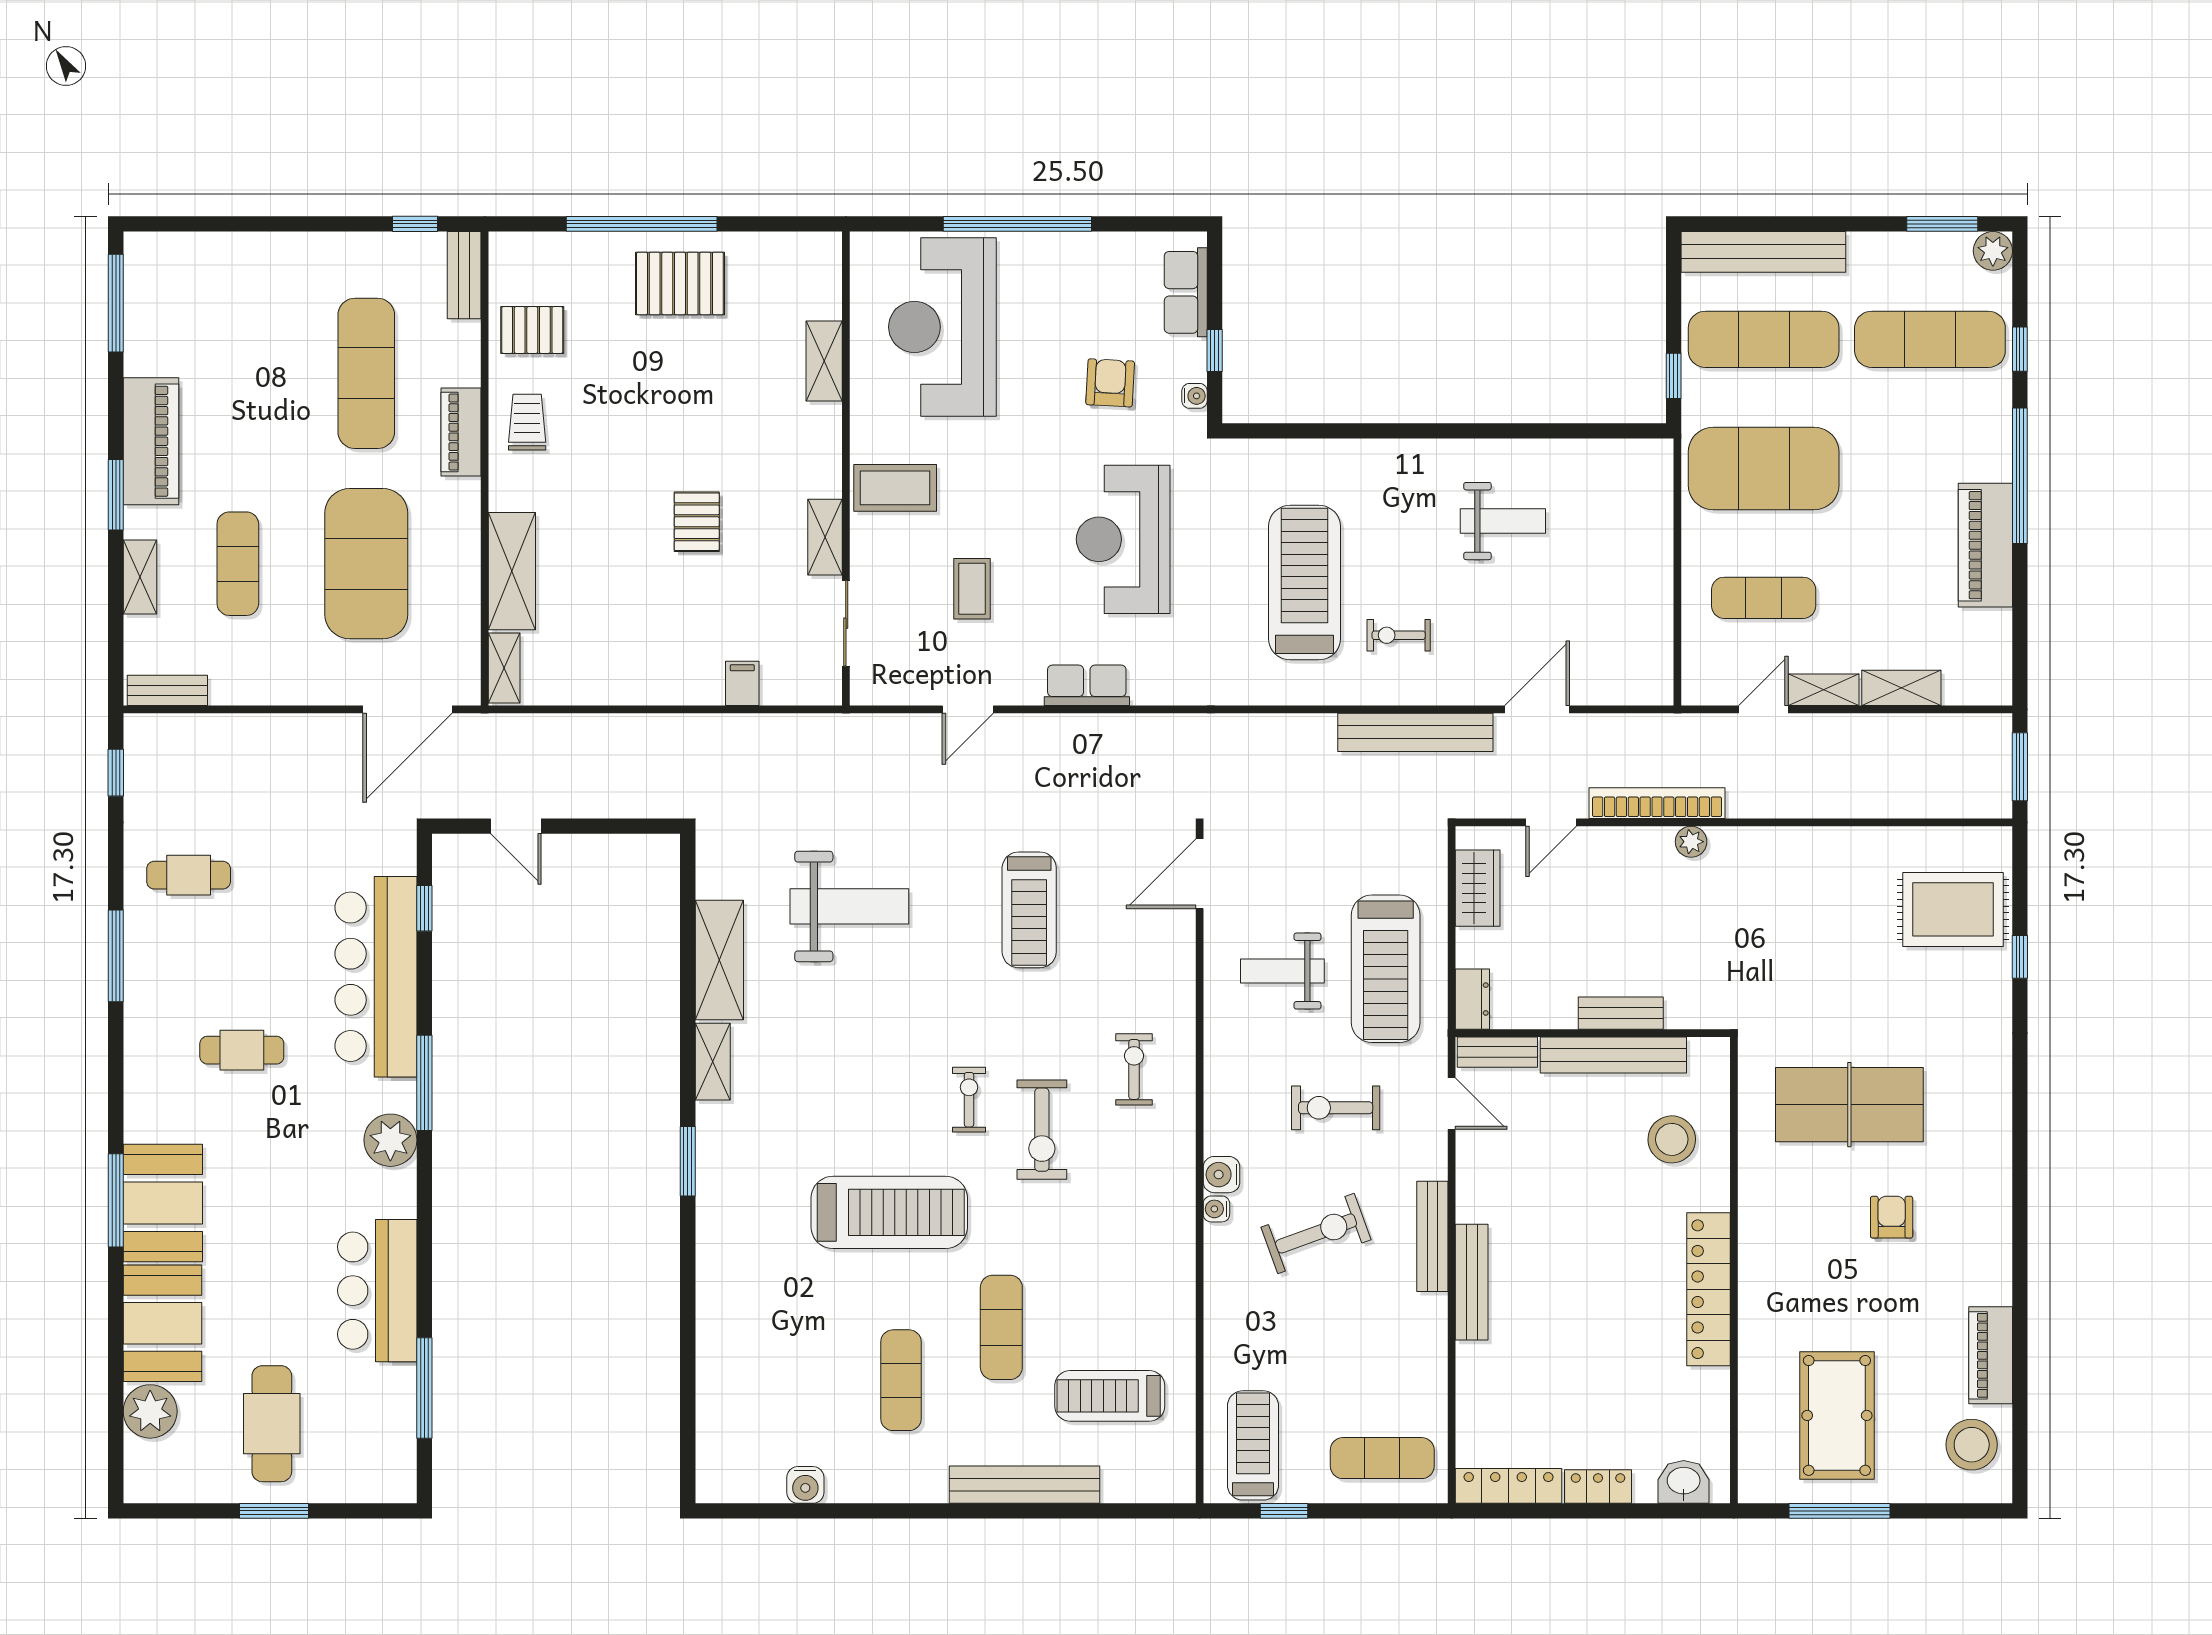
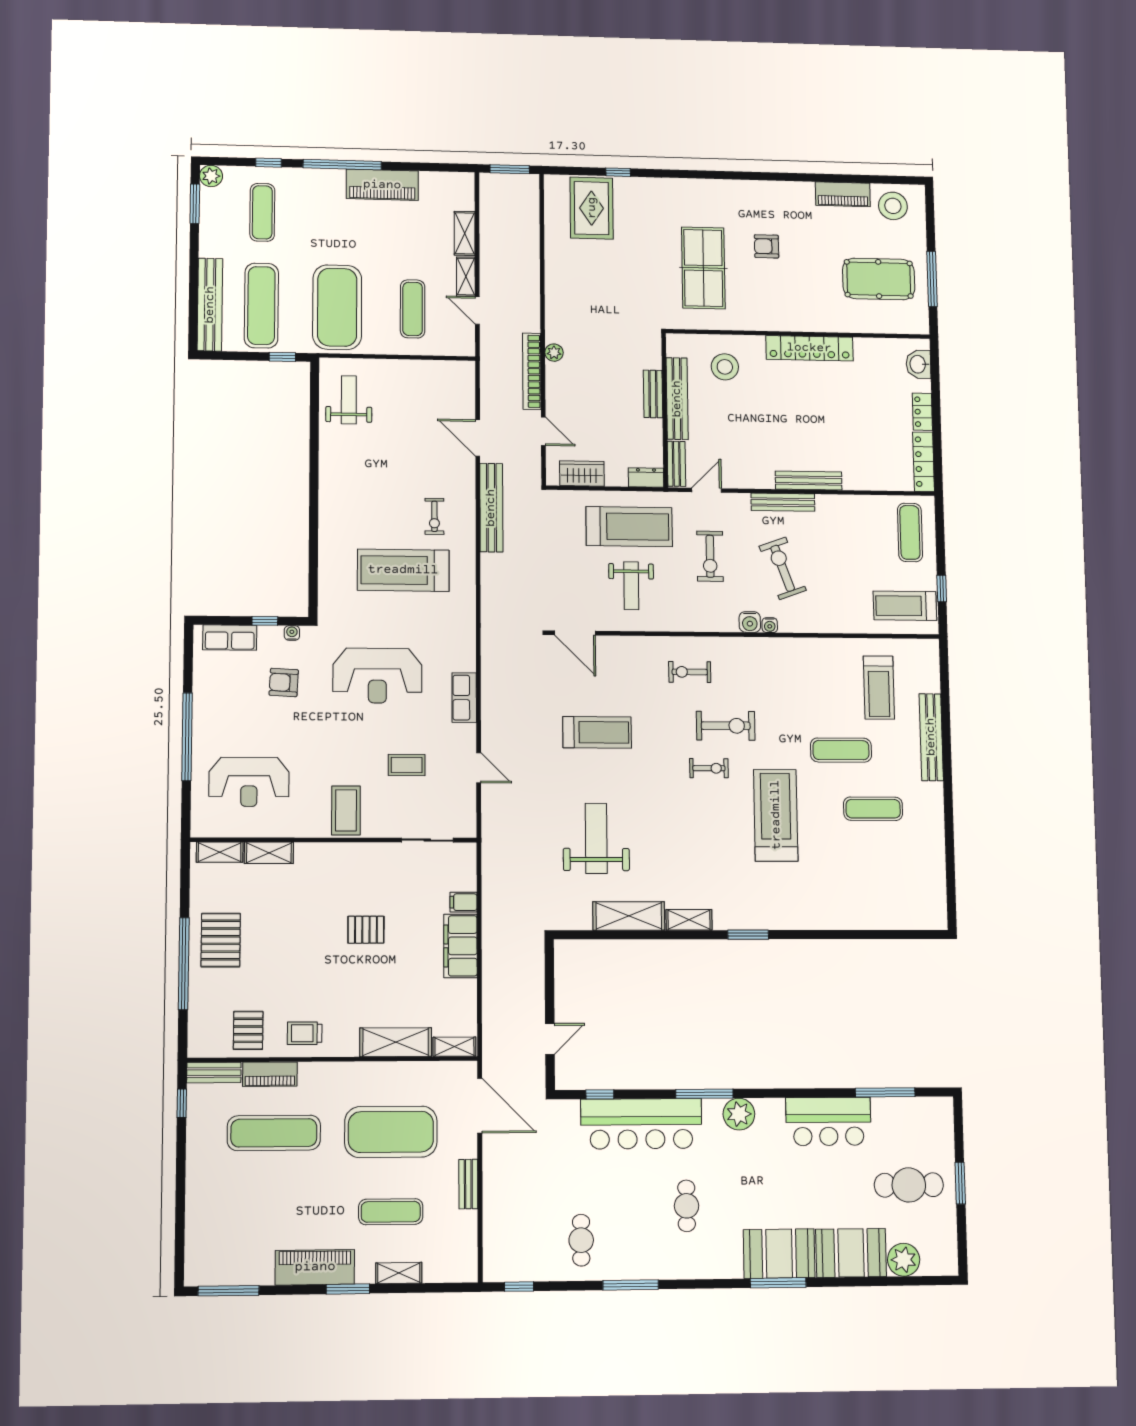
reception desk: (942, 327) -> (249, 782), width x0.74, depth x0.77
exercise mat: (1930, 339) -> (262, 212), width x0.73, depth x0.69
piano: (461, 432) -> (270, 1074), moved
weight bench: (1503, 521) -> (349, 400), moved
shelving: (825, 537) -> (220, 852), moved
filing cabinet: (670, 678) -> (460, 946), added
bench: (167, 690) -> (468, 1184), moved
exercise bike: (969, 1100) -> (709, 768), turned 180
water cooler: (805, 1485) -> (935, 865), removed

